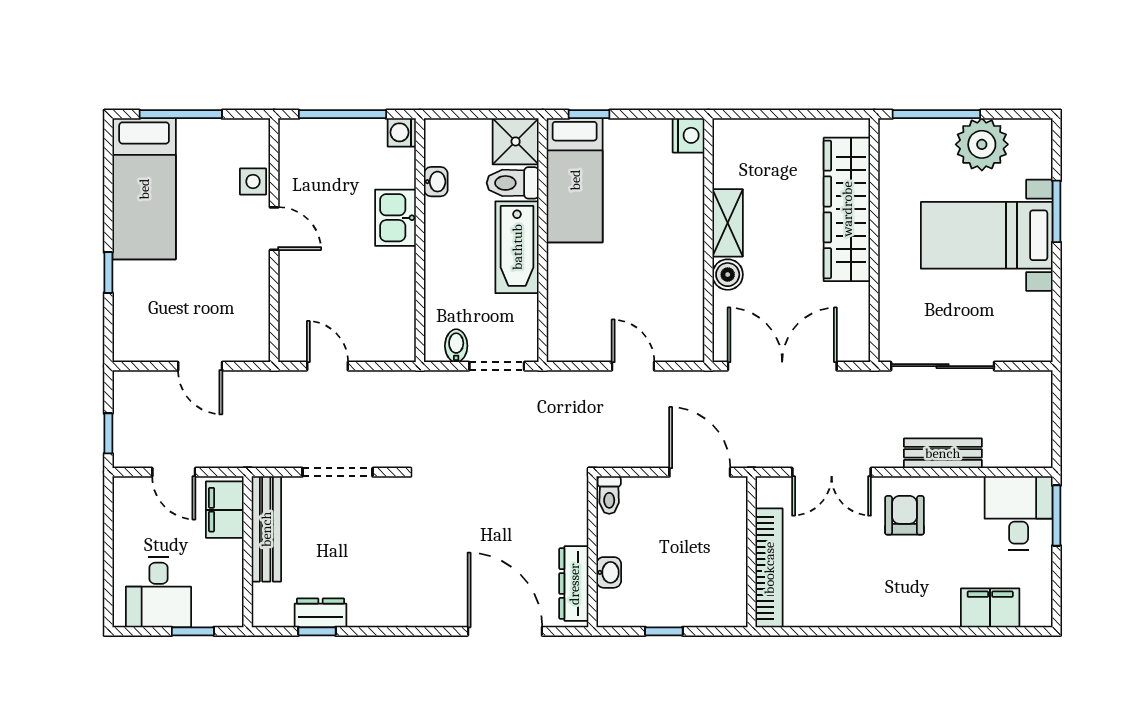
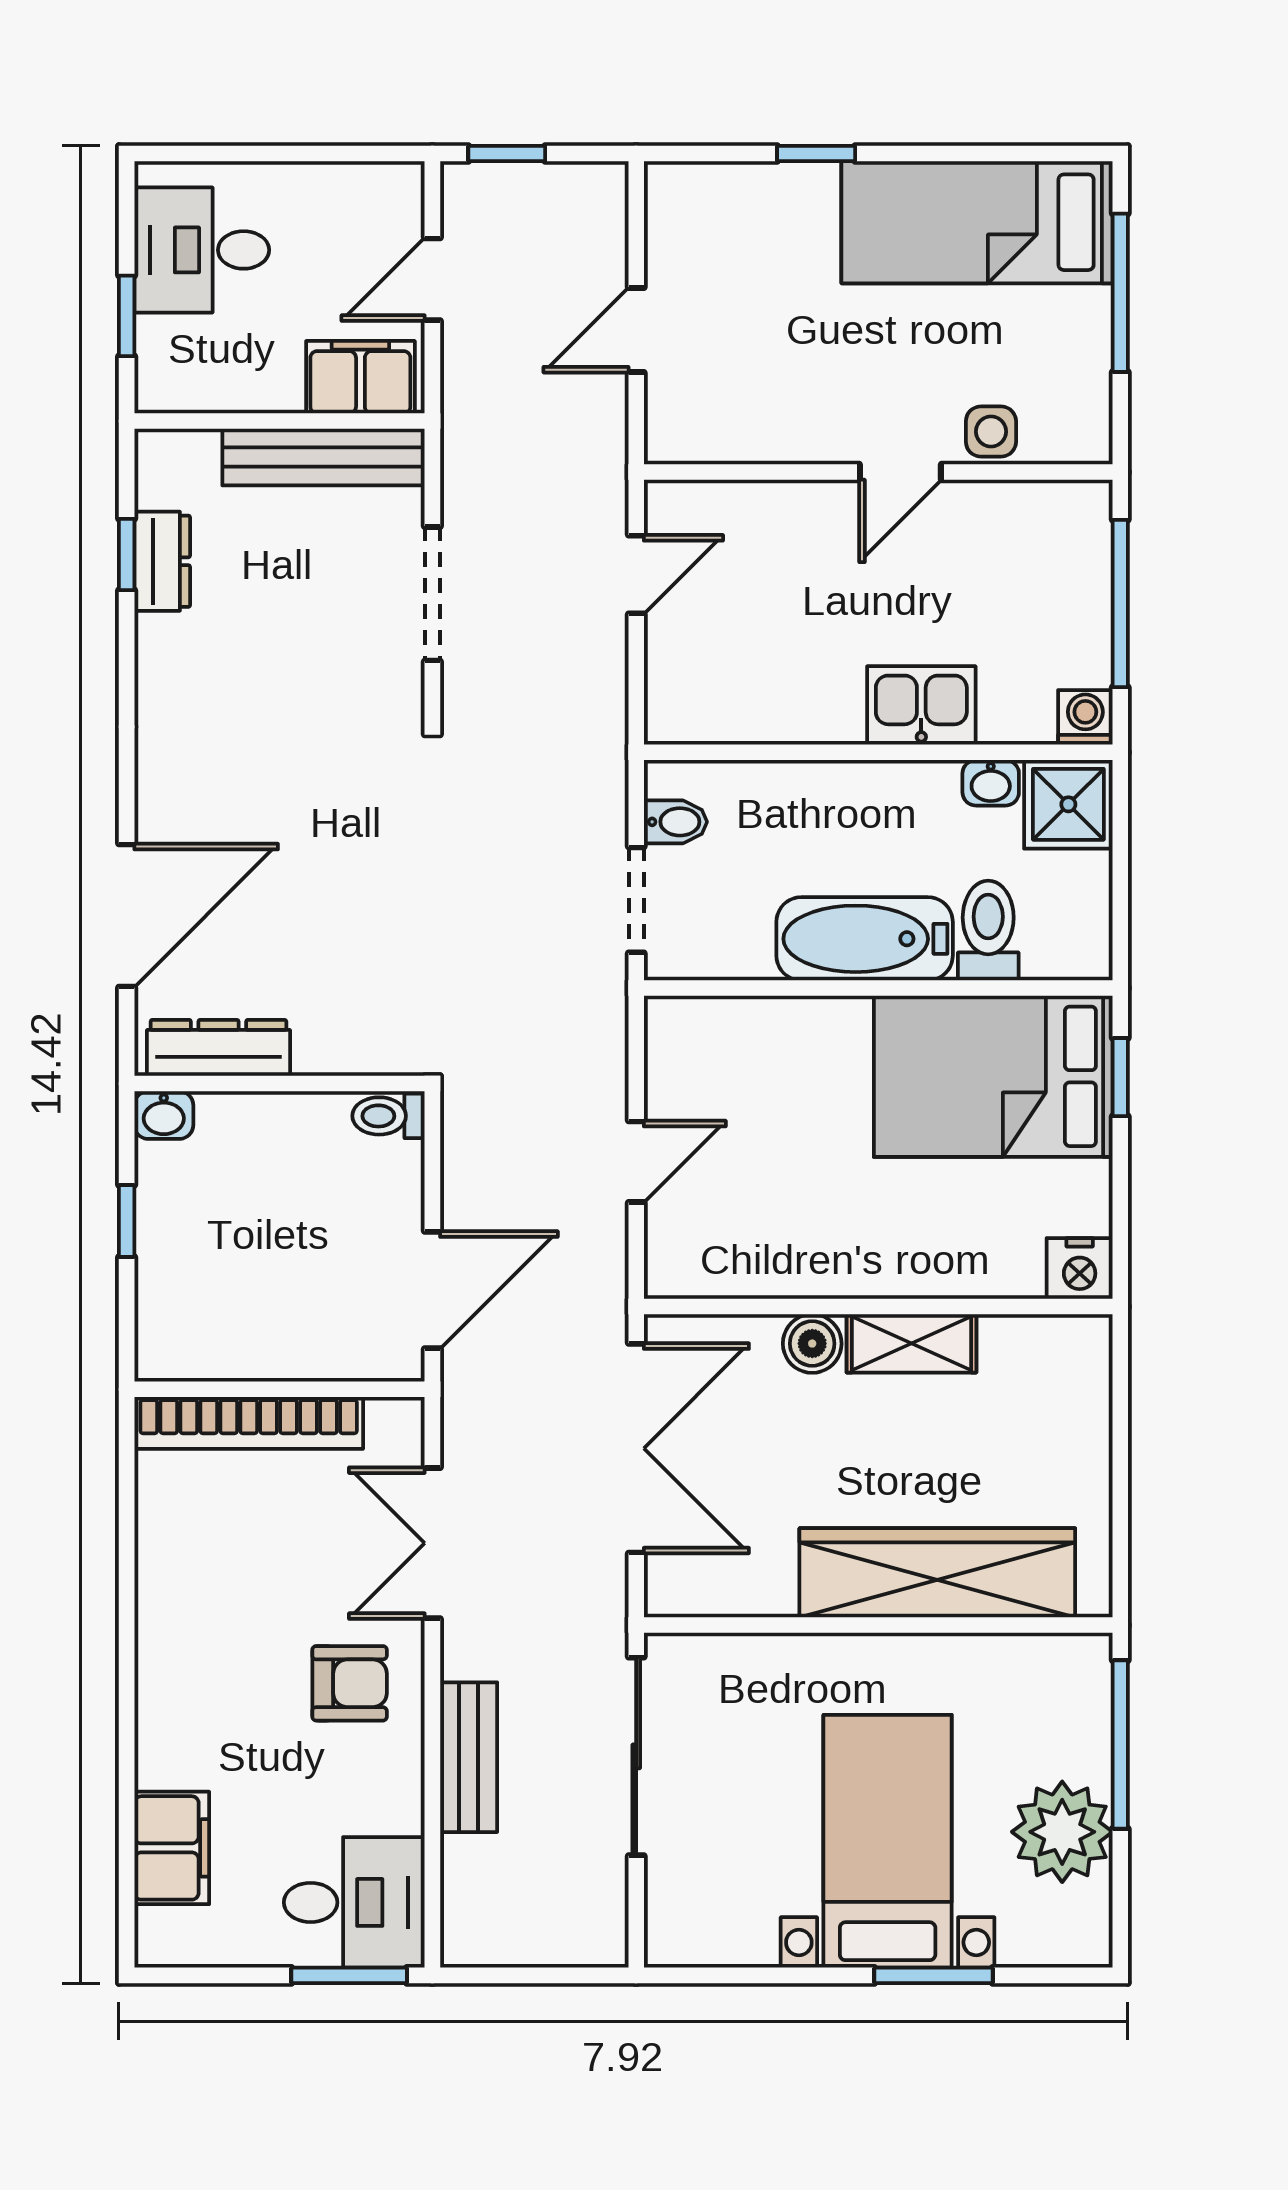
shower: (516, 141) -> (1068, 804), moved
bed: (575, 180) -> (993, 1076), width x1.50
washbasin: (609, 572) -> (164, 1115), moved

